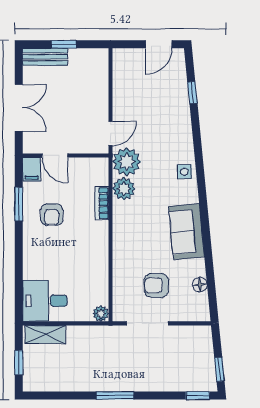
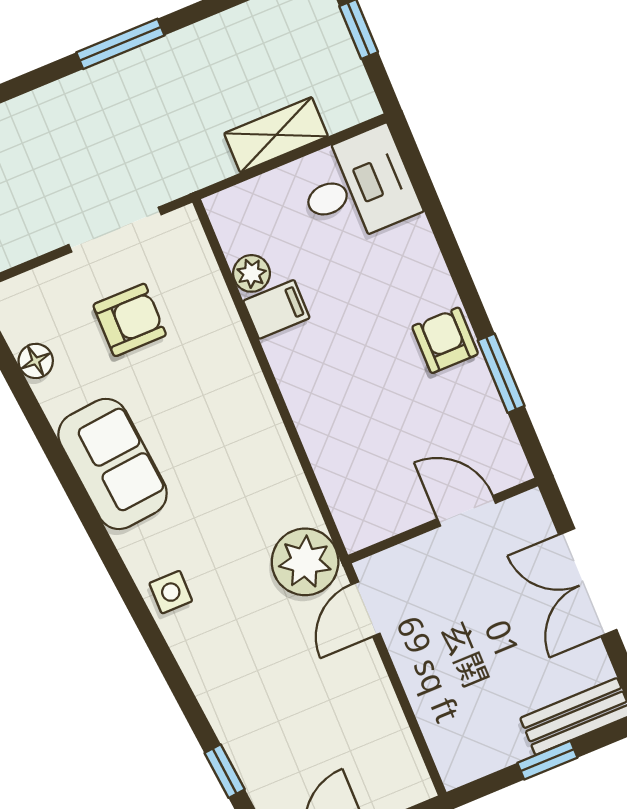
filing cabinet: (32, 169) -> (276, 309), moved, turned 90
plant: (124, 189) -> (287, 501), removed
bookcase: (102, 203) -> (322, 450), removed
armchair: (52, 215) -> (445, 340), moved
plant: (101, 314) -> (251, 273), moved
shelving: (45, 334) -> (276, 135), moved

